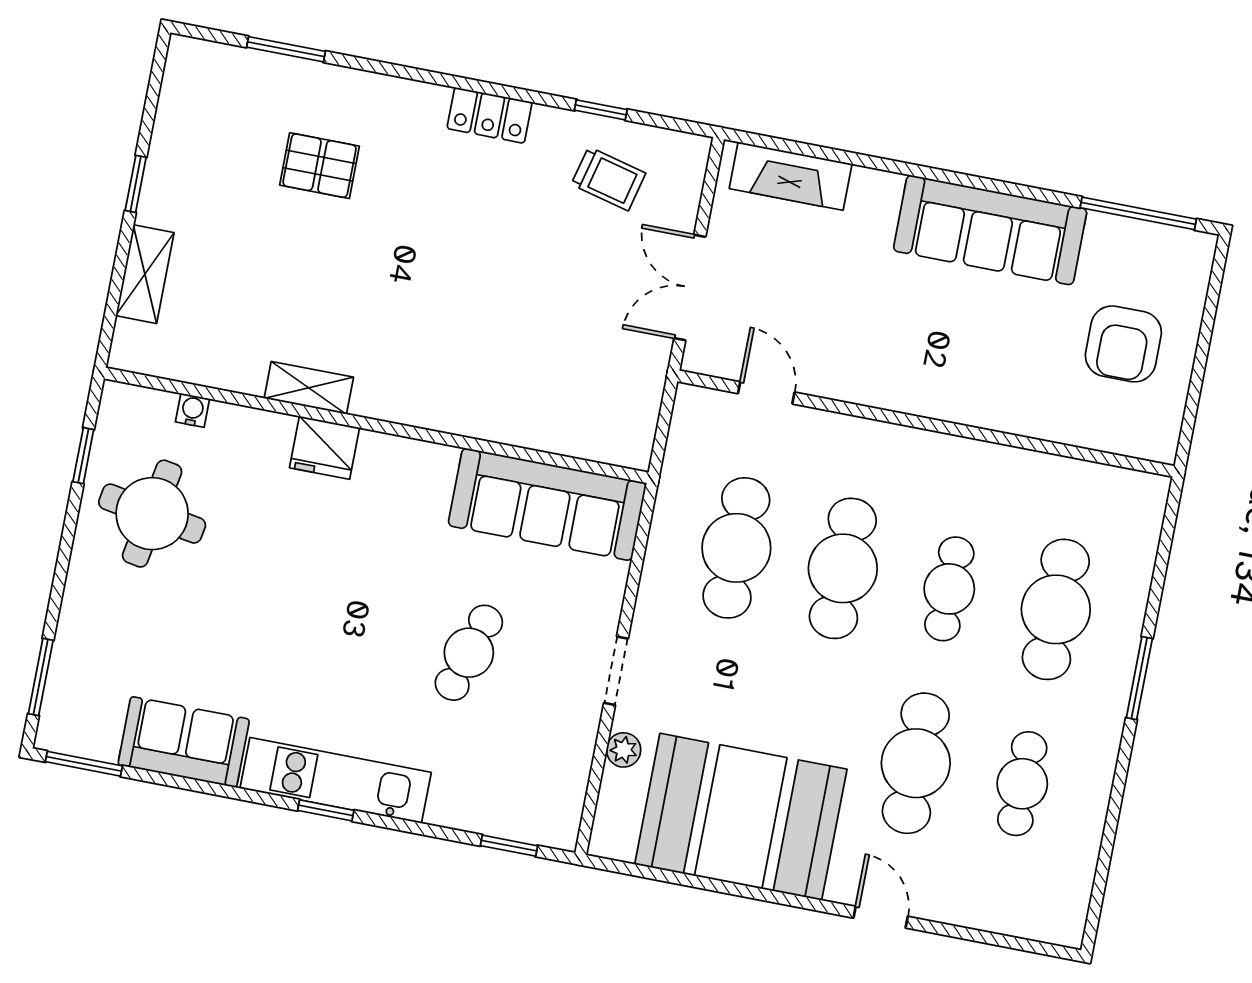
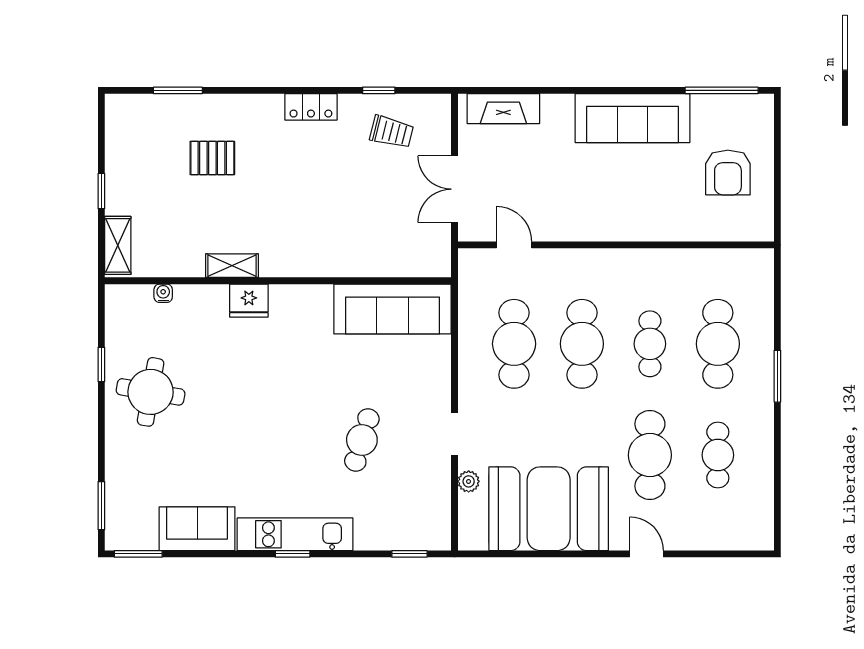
shelving: (309, 388) -> (232, 266), moved
water cooler: (192, 410) -> (163, 293), moved
wall: (376, 425) -> (278, 281), moved
fridge: (325, 448) -> (249, 301), moved
sofa: (547, 504) -> (392, 309), moved

